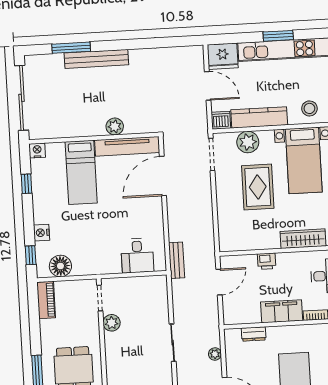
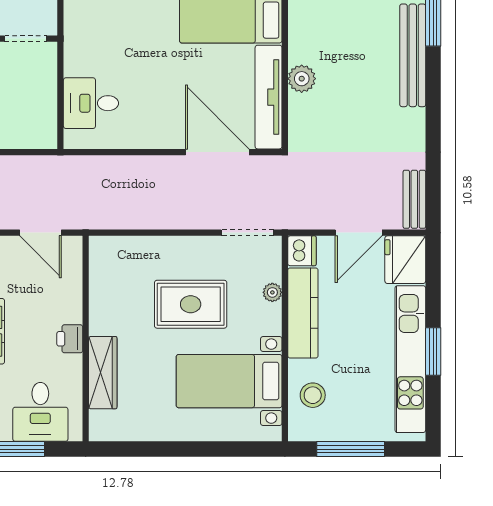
plant: (248, 142) -> (272, 292), width x0.53, depth x0.53
bench: (177, 260) -> (414, 199), moved, turned 90
printer: (267, 261) -> (70, 339), moved

